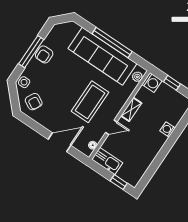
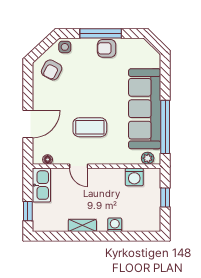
window: (112, 43) -> (165, 127), moved
washing machine: (152, 83) -> (134, 177), moved
coffee table: (90, 102) -> (90, 127), width x0.73, depth x0.76
shelving: (131, 109) -> (82, 225), moved
door: (60, 142) -> (28, 124), hinge flipped

